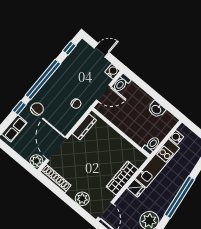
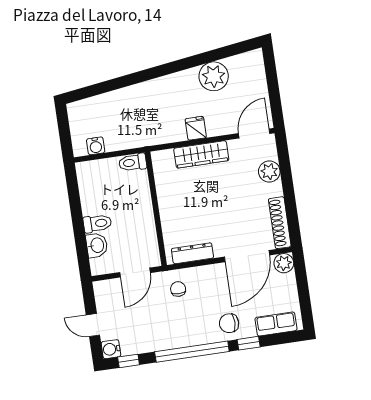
water cooler: (113, 71) -> (111, 349), moved
toilet: (122, 83) -> (97, 223), moved
door: (104, 93) -> (135, 273), swing flipped
washbasin: (156, 109) -> (97, 245), moved
kitchen unit: (157, 163) -> (145, 135), removed
window: (179, 197) -> (154, 73), removed

